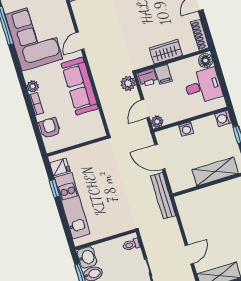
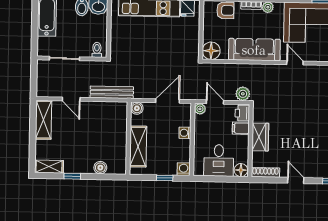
floor lamp: (95, 129) -> (211, 51), added
boiler: (177, 185) -> (137, 108), added
bench: (163, 196) -> (112, 92), moved

